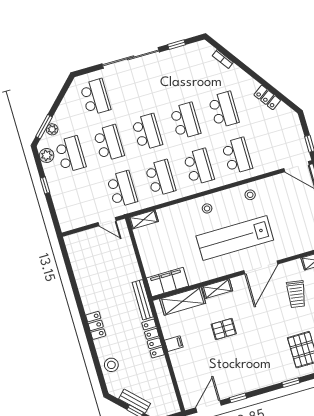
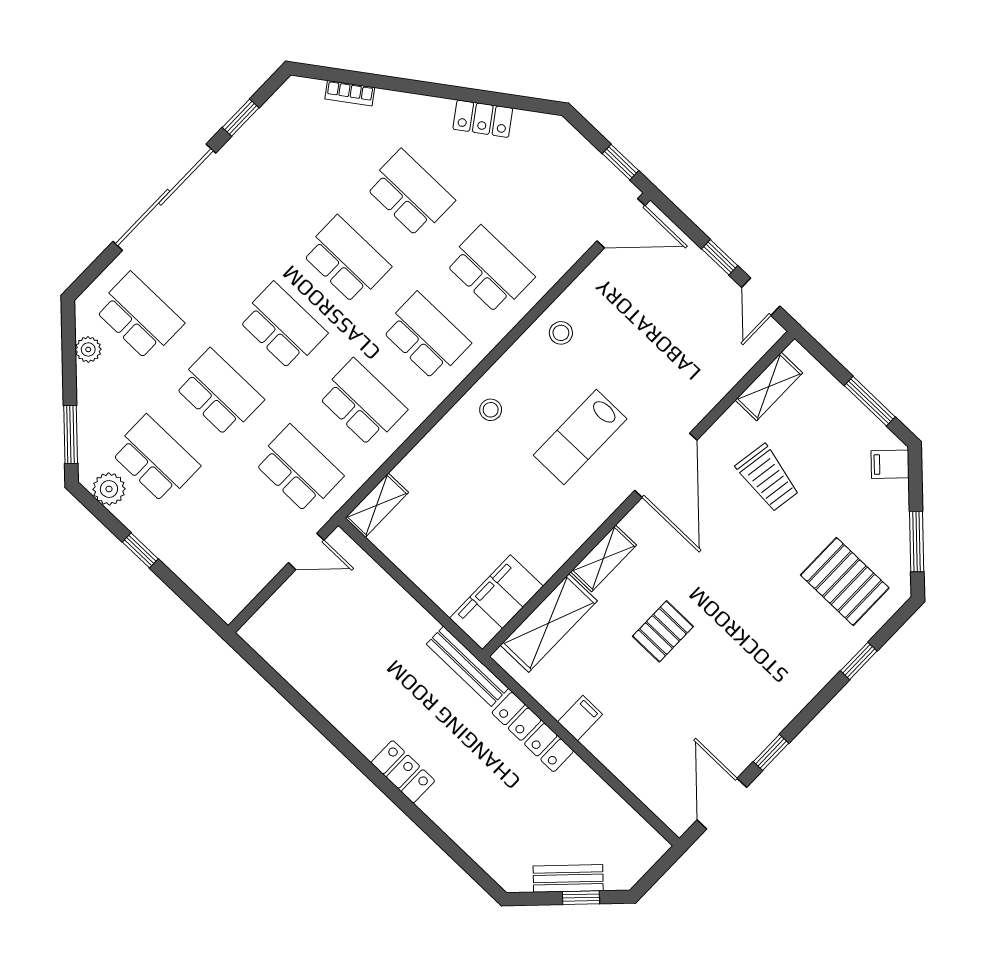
plant: (52, 129) -> (88, 349), moved
lab bench: (235, 238) -> (580, 437), width x0.54, depth x0.72
stool: (111, 365) -> (480, 833), removed

